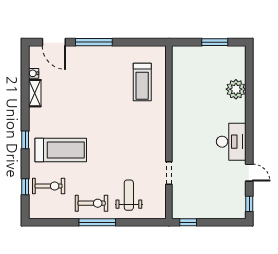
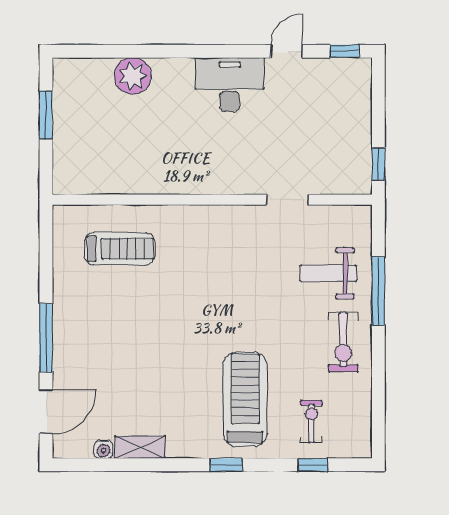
exercise bike: (49, 186) -> (311, 421), width x0.73, depth x0.72
exercise bike: (92, 203) -> (343, 342), turned 180
window: (97, 222) -> (378, 291), moved

